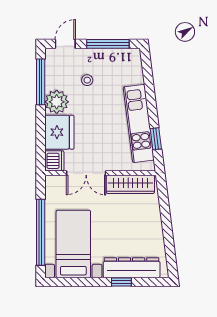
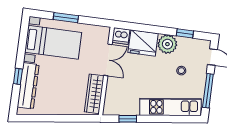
window: (41, 82) -> (185, 33), width x0.46
kitchen unit: (139, 123) -> (170, 107), moved
double door: (86, 173) -> (108, 60), swing flipped
window: (41, 232) -> (66, 18), width x0.47

